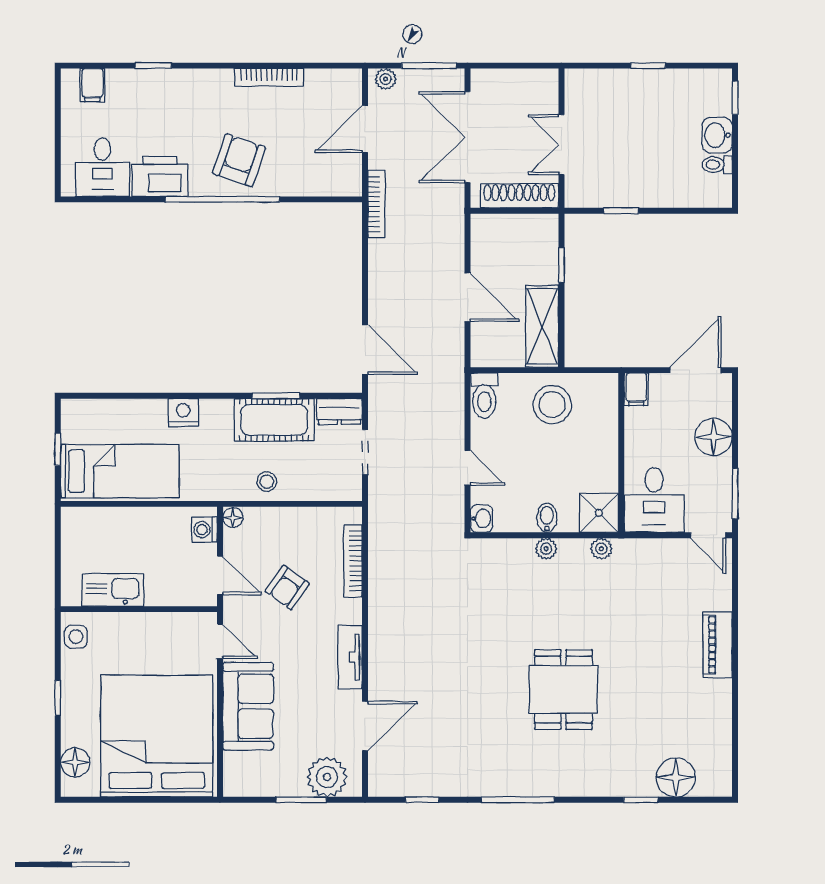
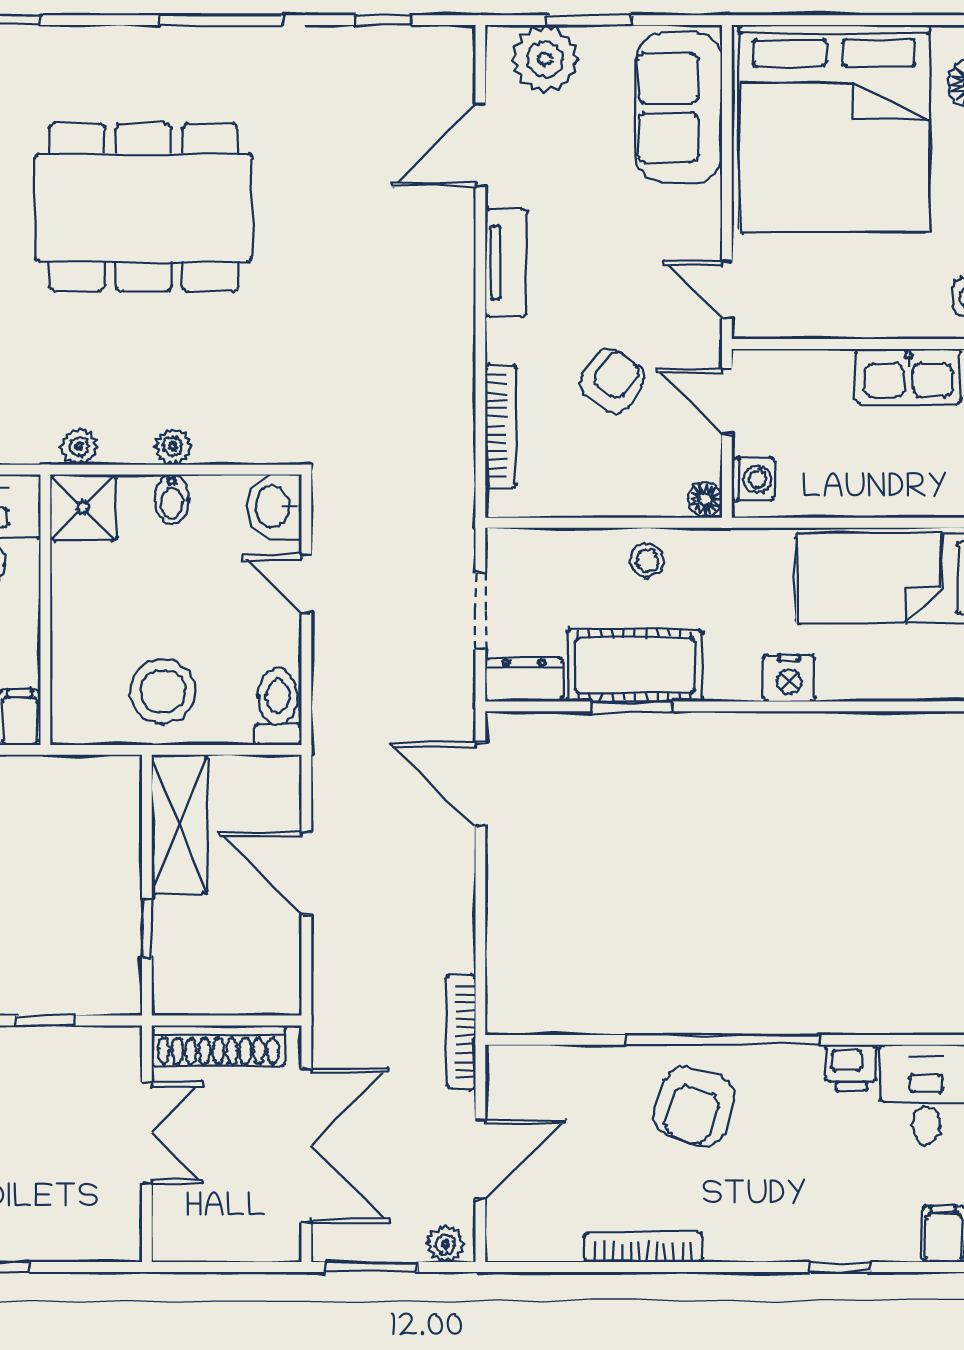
printer: (160, 176) -> (851, 1068), width x0.53, depth x0.68
washbasin: (481, 519) -> (274, 507), width x1.38, depth x1.45
dining table: (563, 689) -> (143, 207), width x1.88, depth x1.24
sofa: (248, 706) -> (679, 108), moved

